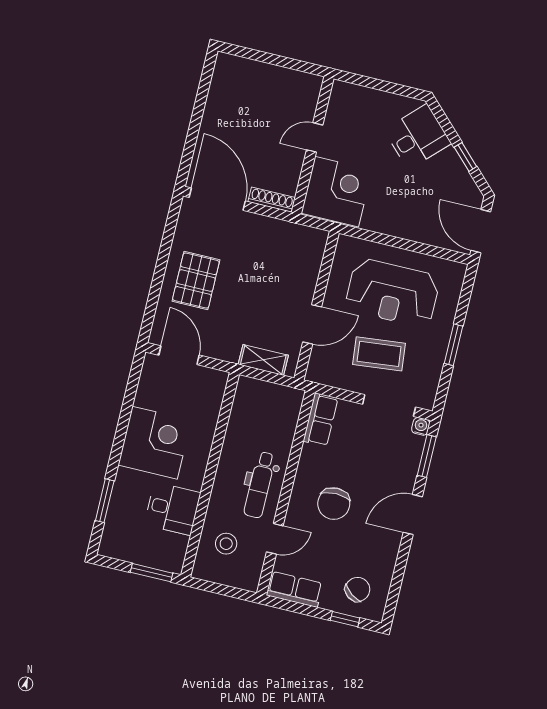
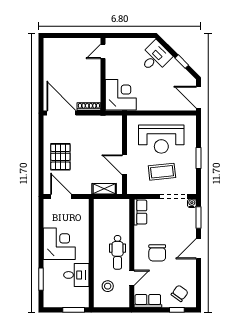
door: (315, 137) -> (103, 51), moved
door: (312, 324) -> (125, 165), swing flipped

